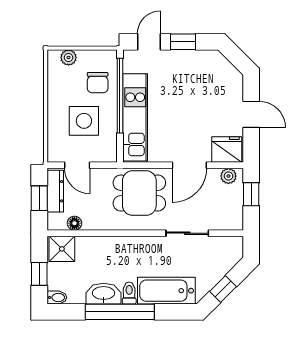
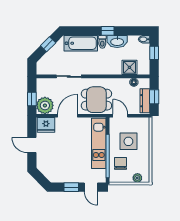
door: (149, 42) -> (91, 187), hinge flipped
door: (77, 165) -> (120, 116), moved
plant: (228, 176) -> (45, 105), width x1.87, depth x1.87
shower: (62, 249) -> (129, 67), moved
window: (120, 312) -> (108, 31), width x0.32

